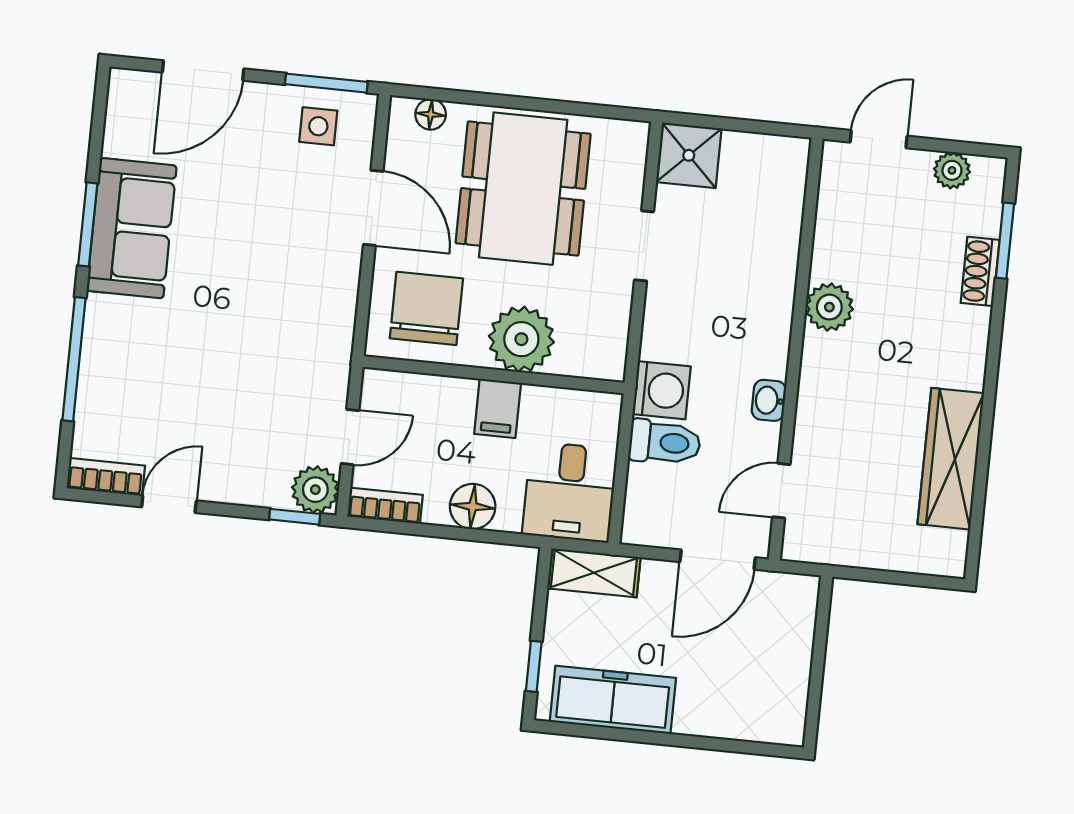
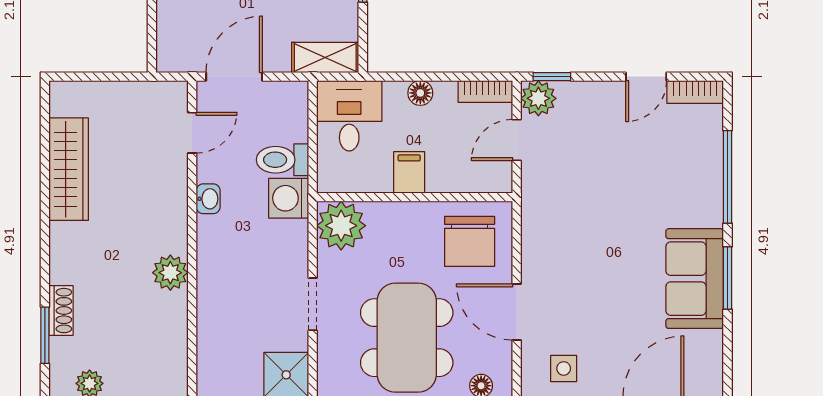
plant: (521, 339) -> (341, 226), moved
floor lamp: (473, 506) -> (420, 93), width x0.73, depth x0.73

